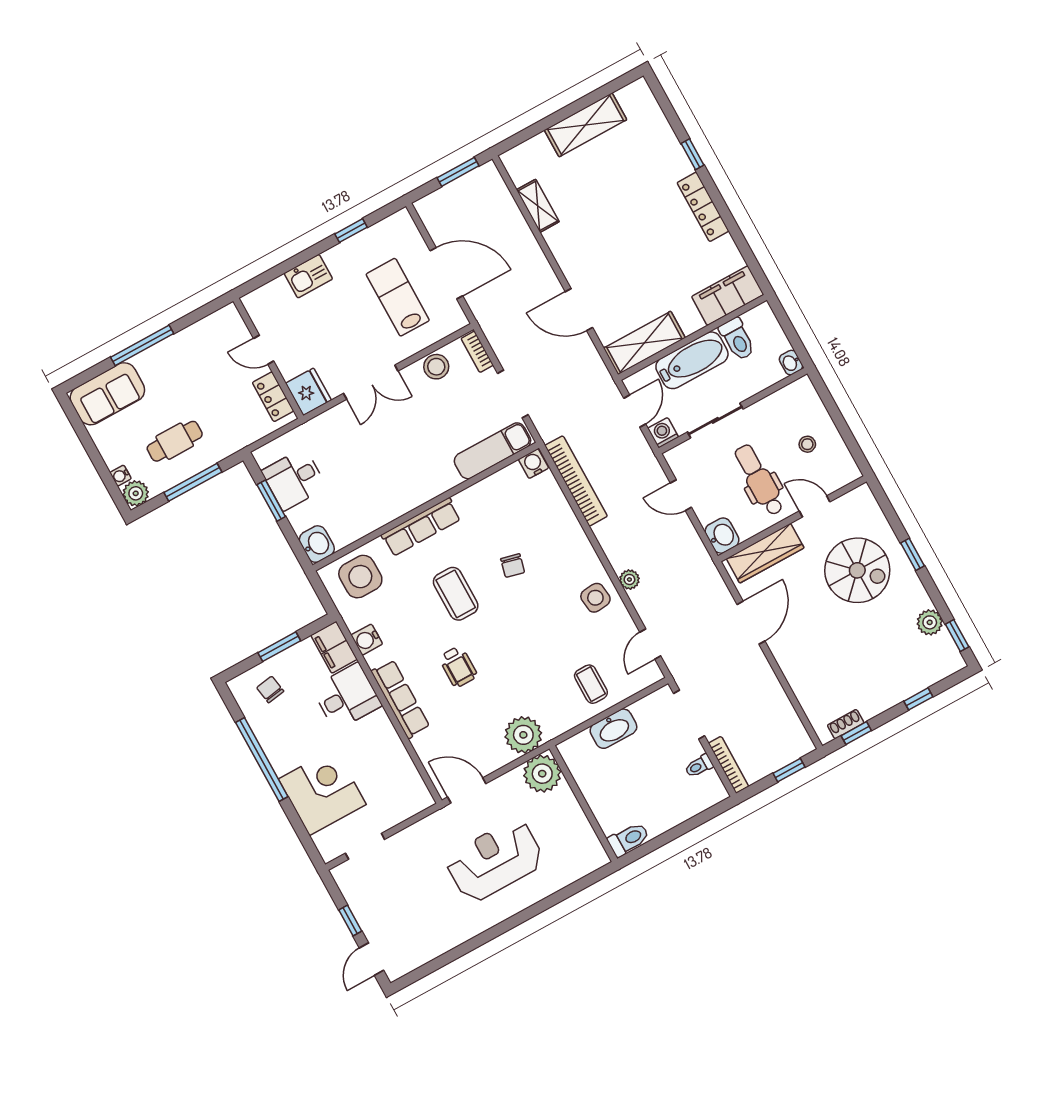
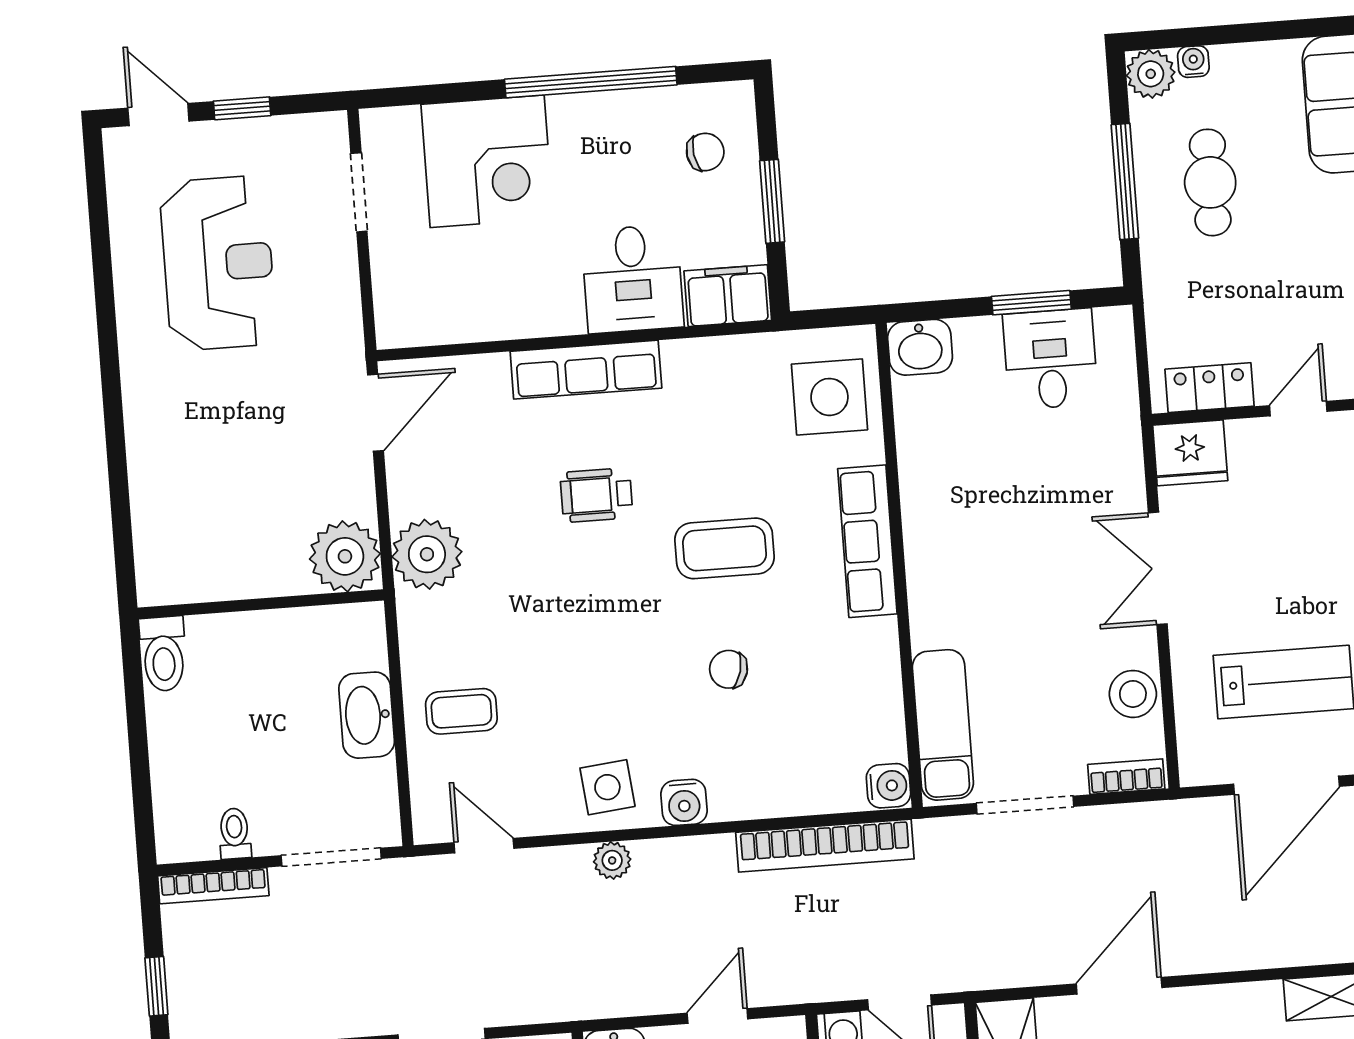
water cooler: (367, 640) -> (684, 802), moved, turned 180
reception desk: (495, 860) -> (218, 263), moved

